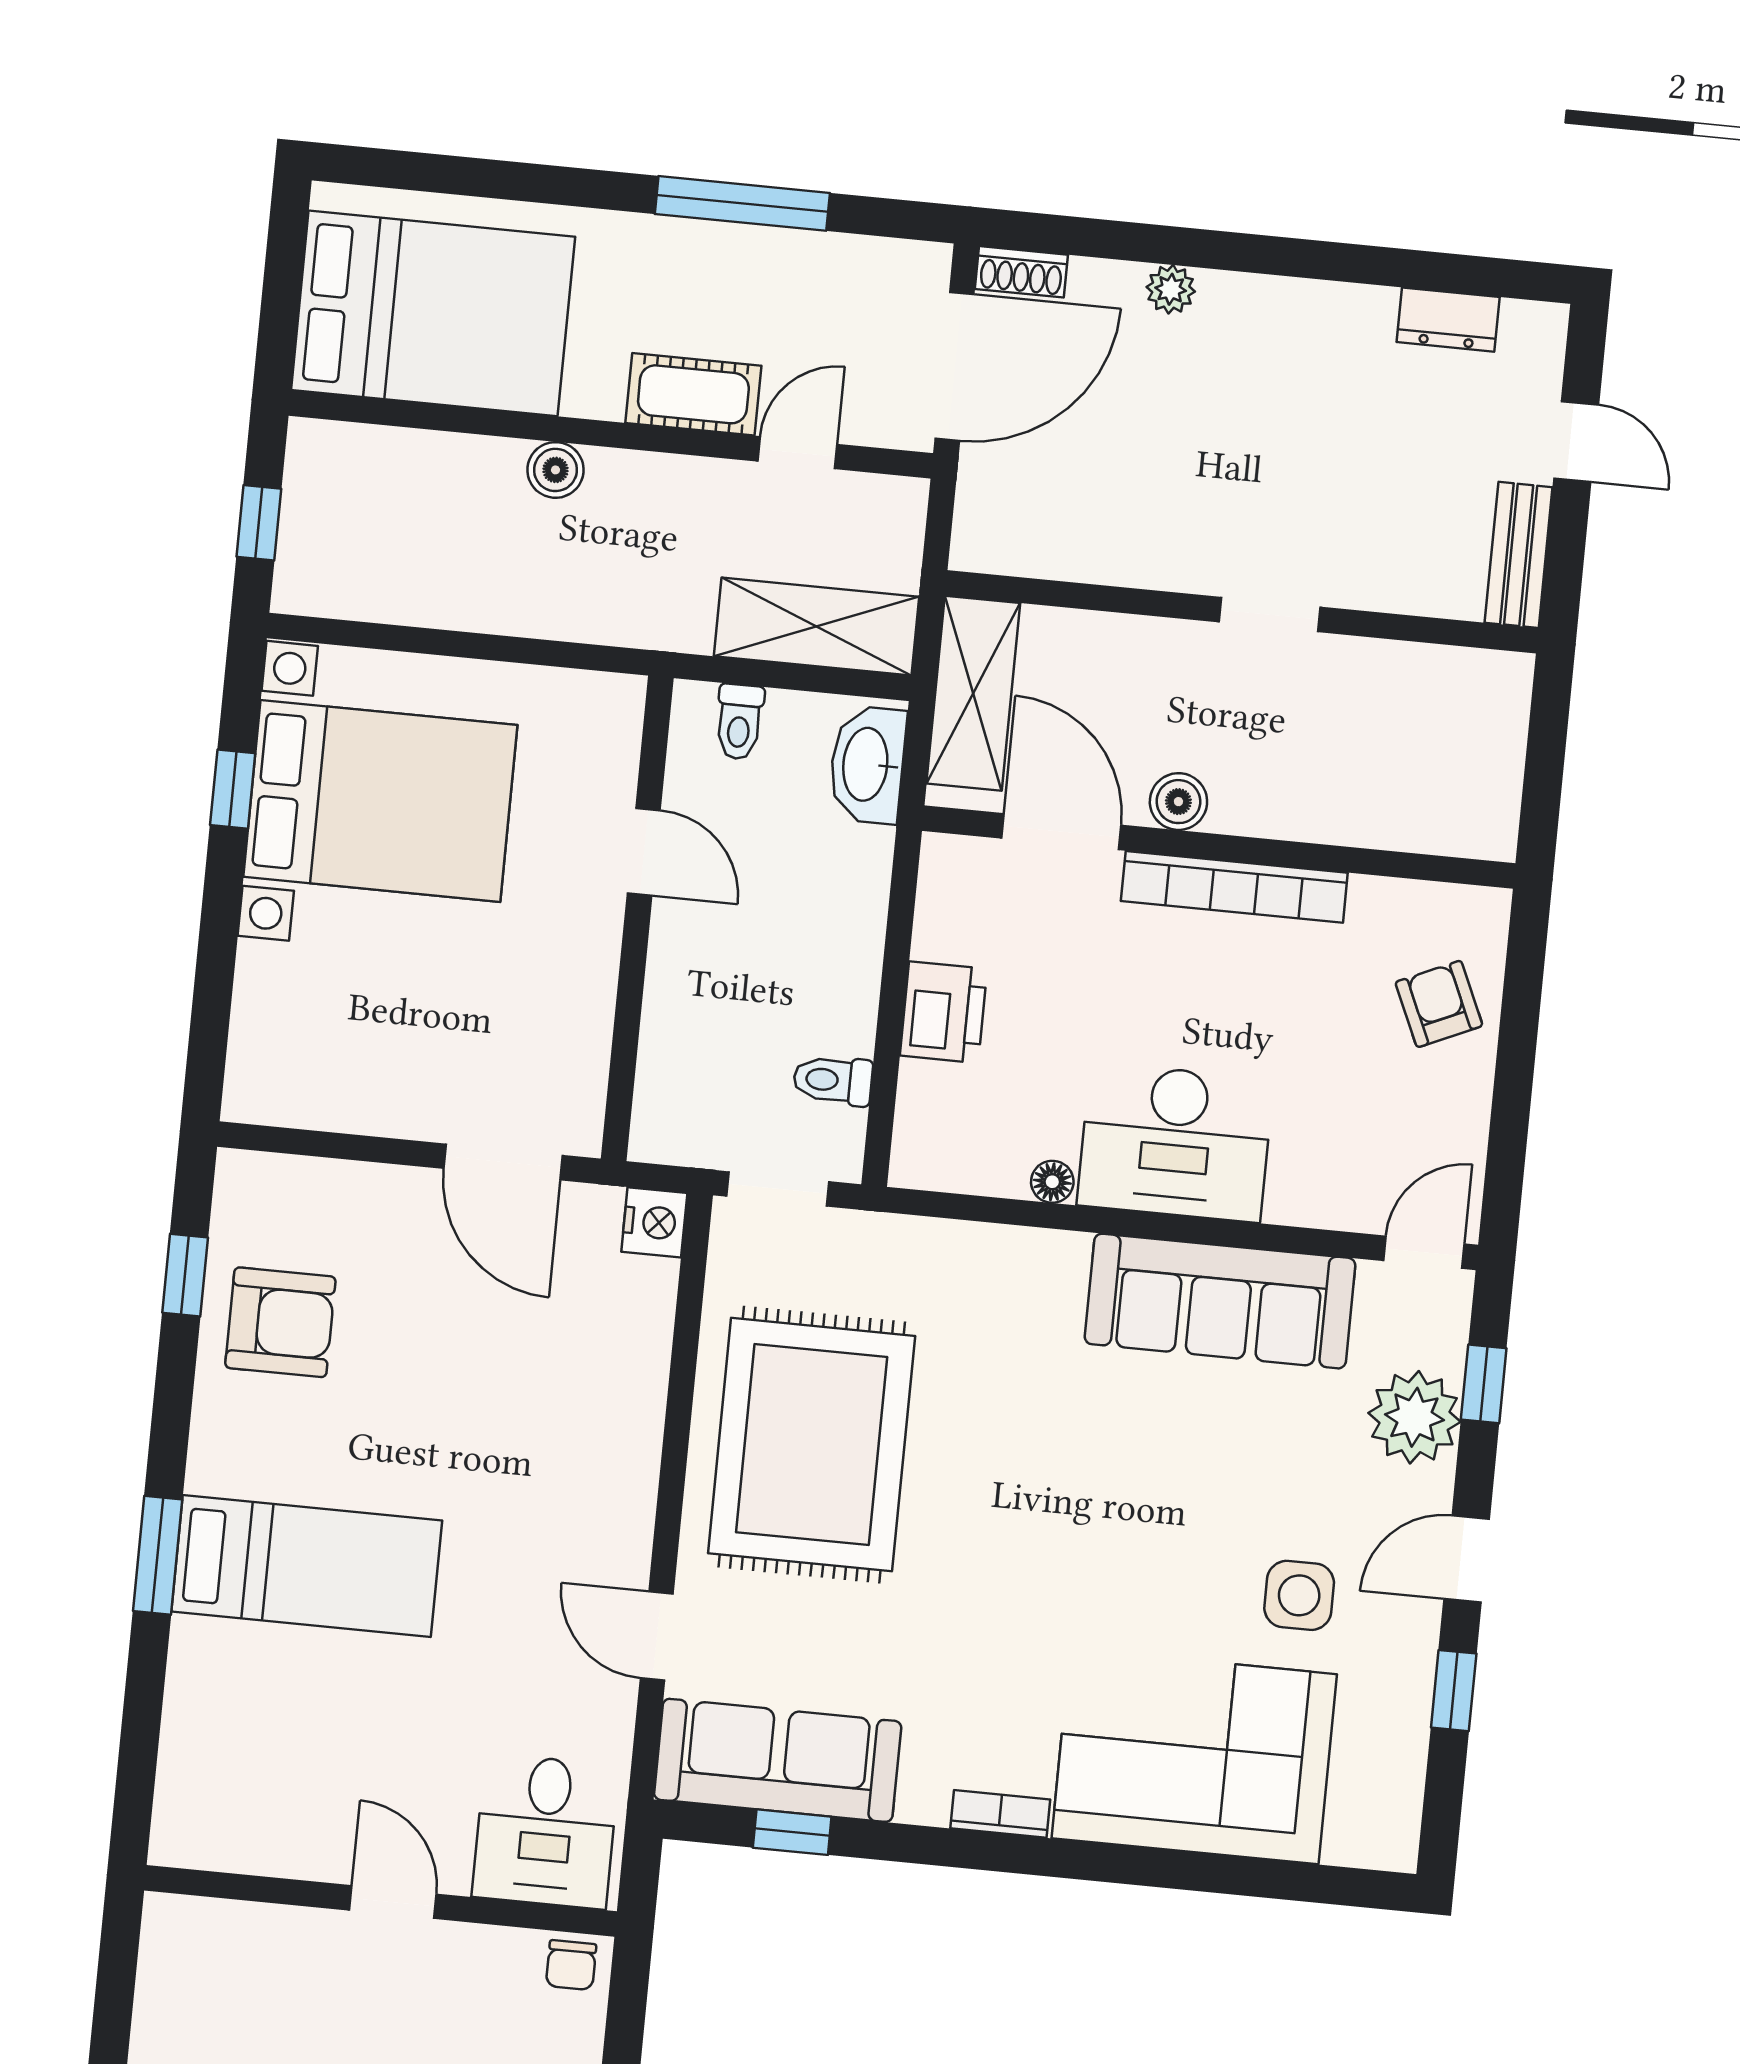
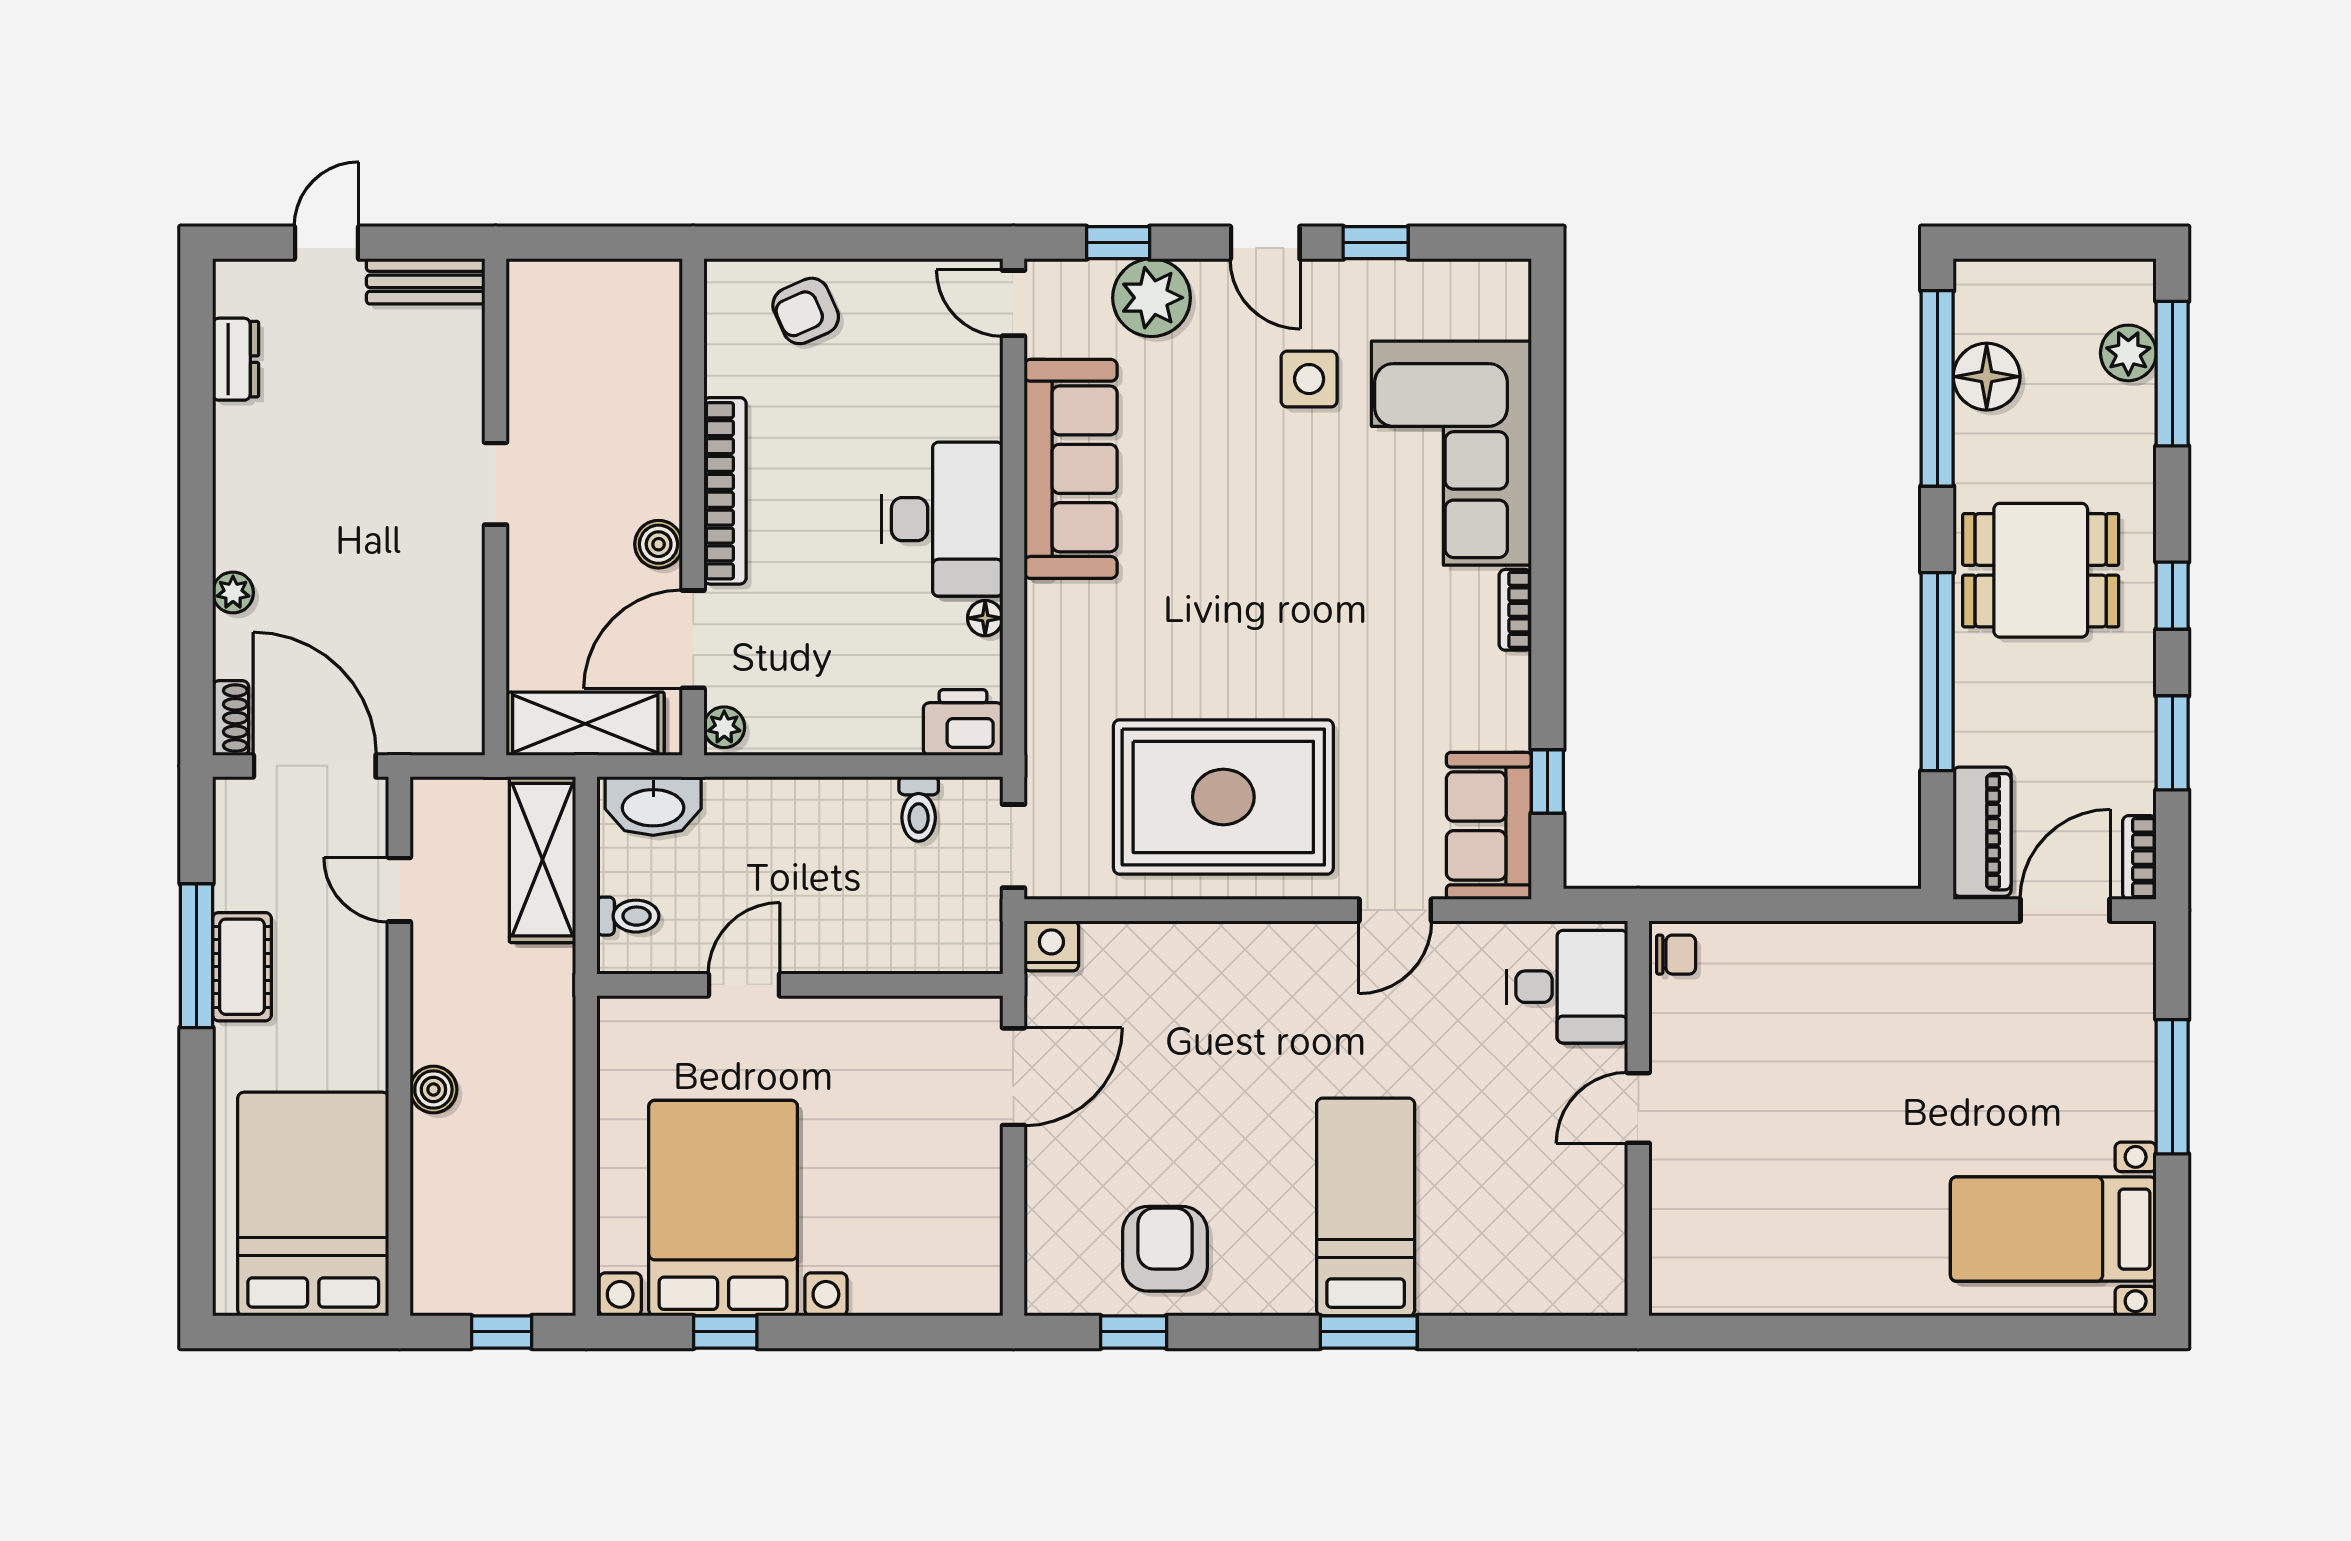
cot: (693, 394) -> (242, 967), moved
plant: (953, 858) -> (724, 727), added
printer: (944, 1012) -> (963, 722), moved
sofa: (778, 1760) -> (1489, 826), width x0.73

